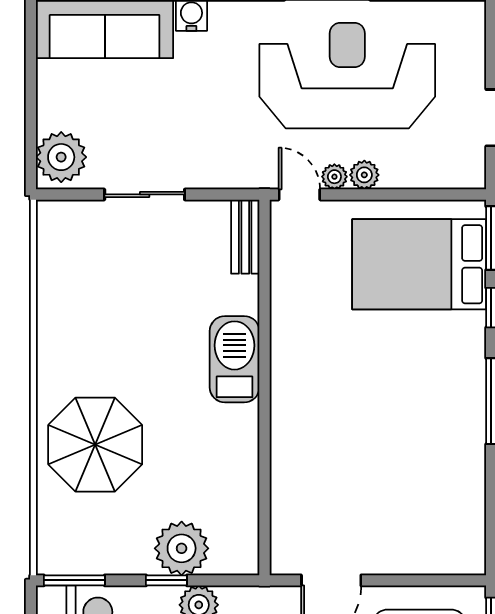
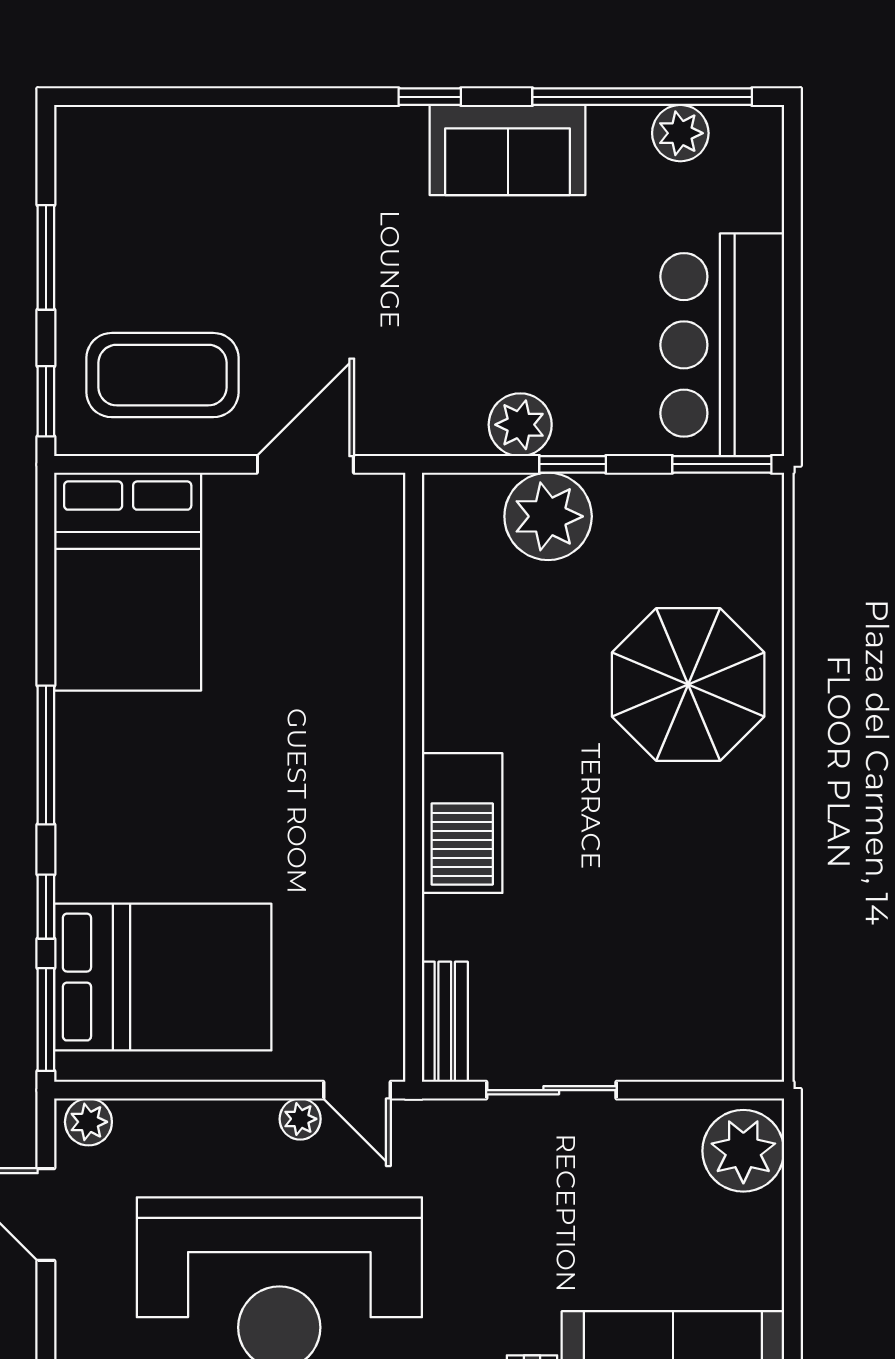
plant: (364, 175) -> (88, 1122), moved
sliding door: (145, 194) -> (551, 1090), moved
bed: (441, 508) -> (128, 582), added

